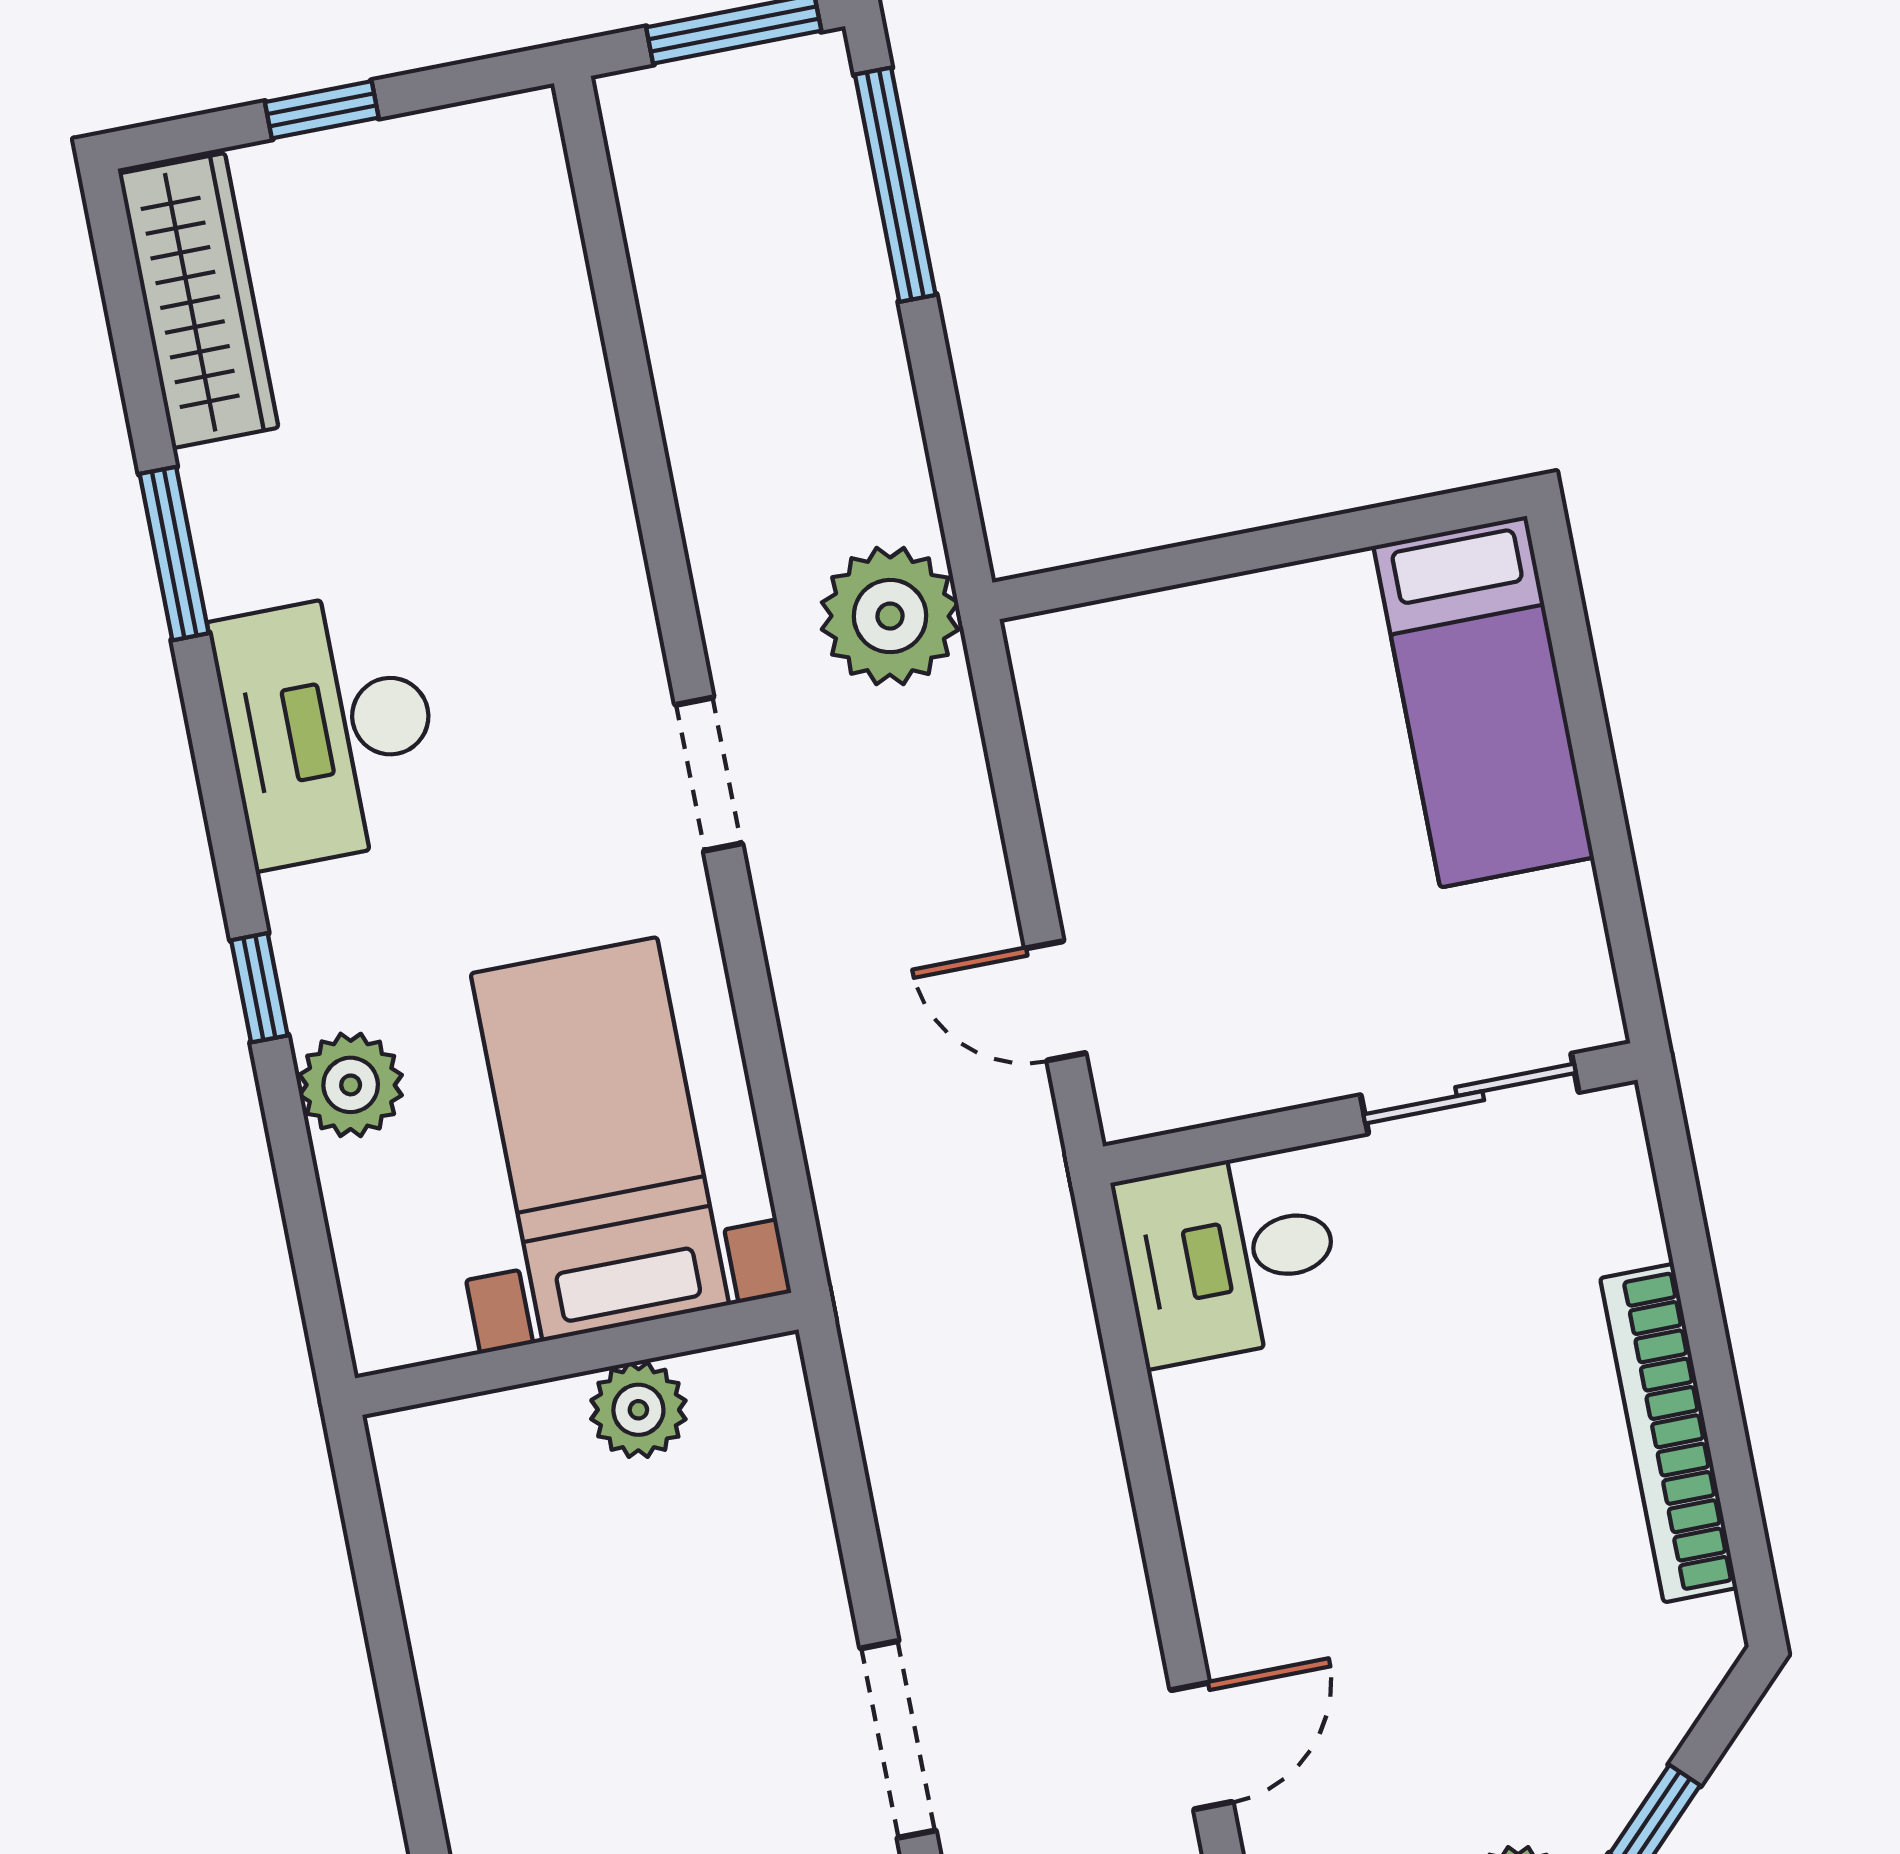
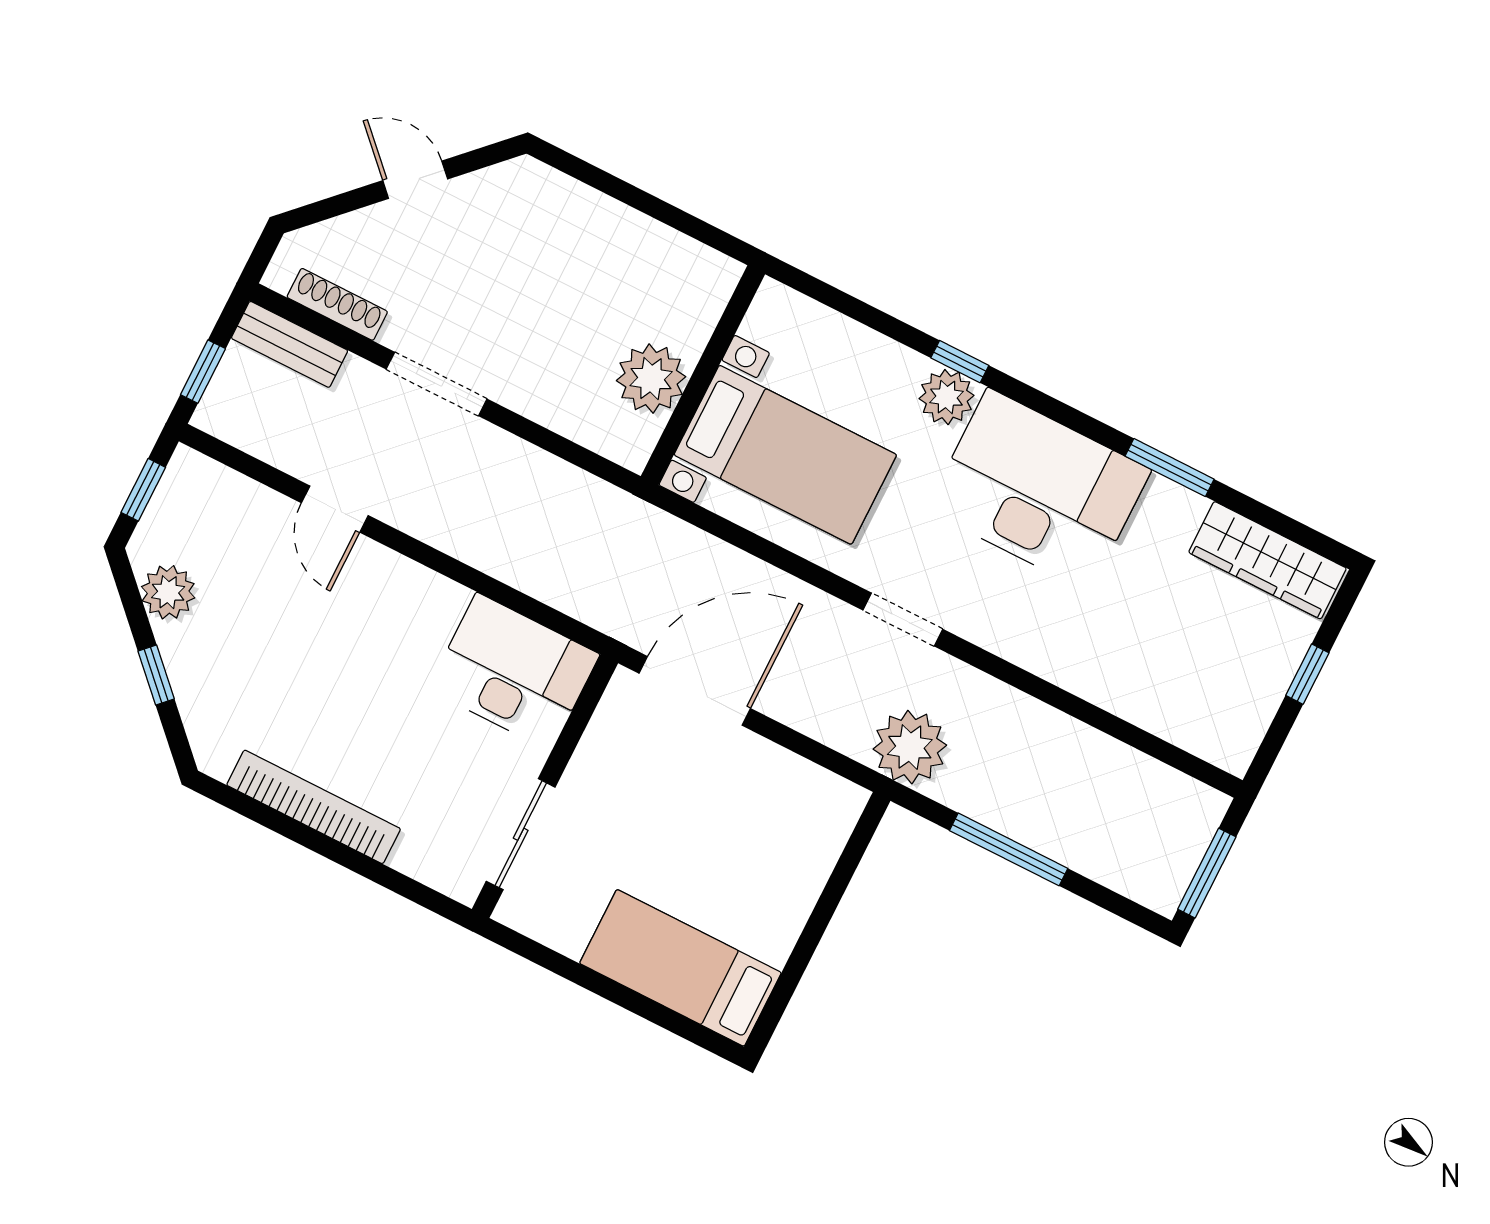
window: (895, 185) -> (1009, 849), moved
desk: (329, 728) -> (1039, 490), width x1.36, depth x1.30
door: (1055, 1001) -> (695, 691), width x1.88
plant: (351, 1085) -> (947, 397), moved
desk: (1229, 1257) -> (514, 672), width x1.37
plant: (638, 1410) -> (651, 379), width x1.36, depth x1.36

